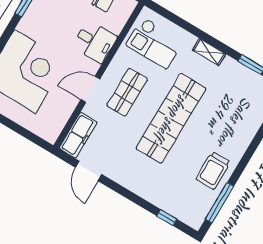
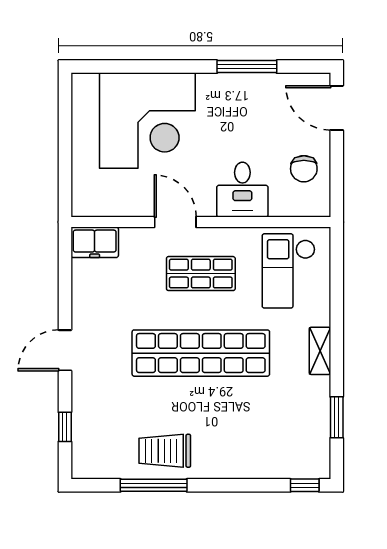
freezer: (78, 135) -> (95, 242), width x0.71
door: (89, 171) -> (65, 350), moved
window: (220, 203) -> (154, 485), moved

